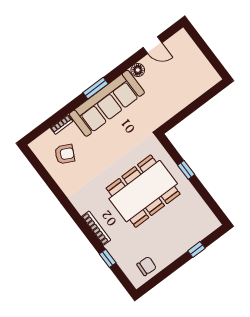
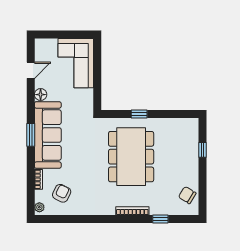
corner sofa: (189, 80) -> (76, 63), added
plant: (38, 144) -> (39, 207), added
chair: (147, 266) -> (187, 195), turned -61

